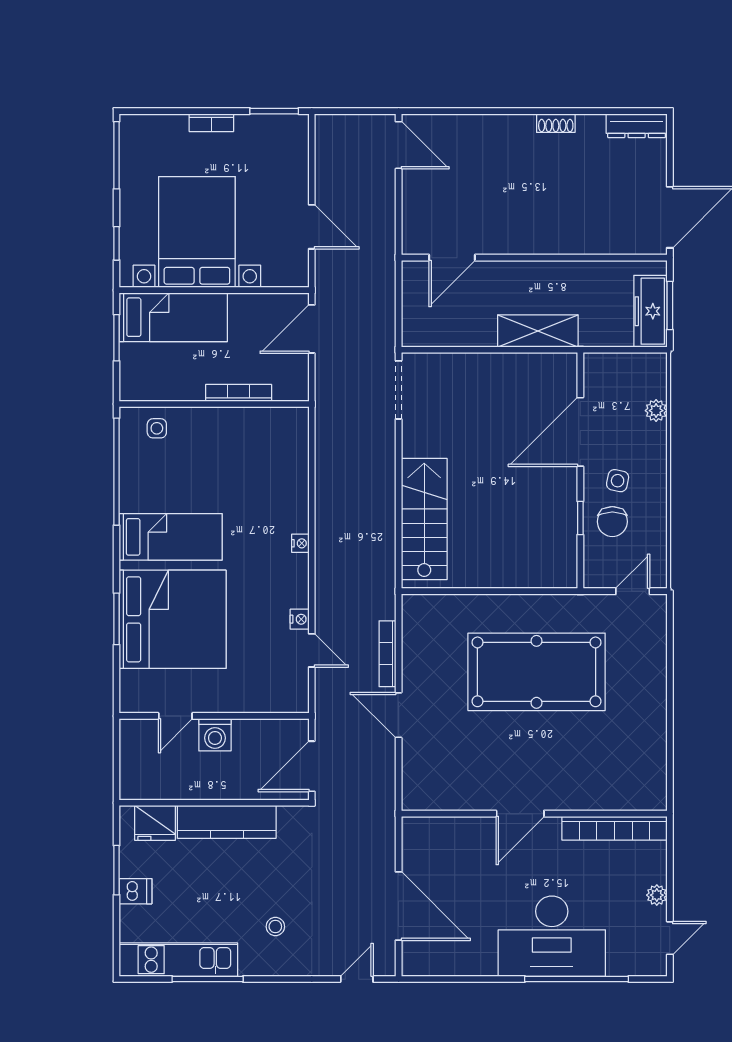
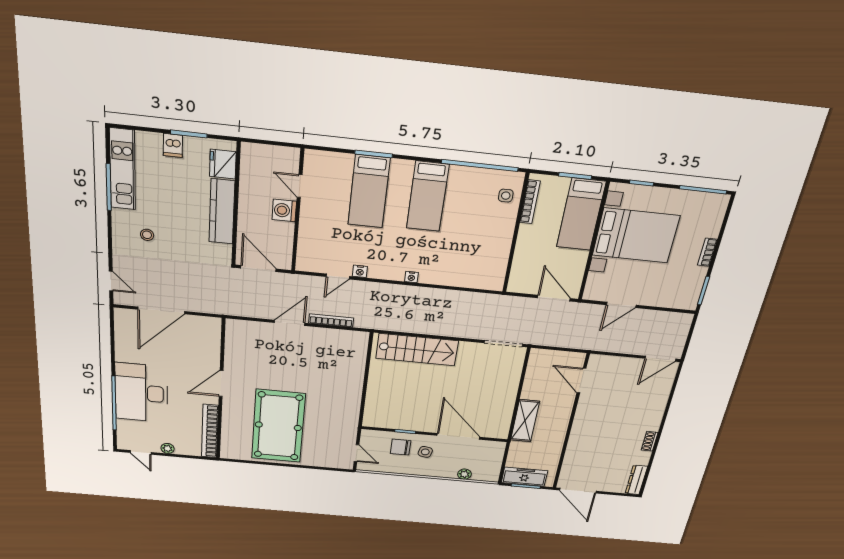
bookcase: (239, 393) -> (530, 202), moved
bed: (173, 619) -> (369, 192), width x0.49
pool table: (537, 672) -> (278, 426), moved
door: (520, 814) -> (221, 383), hinge flipped

